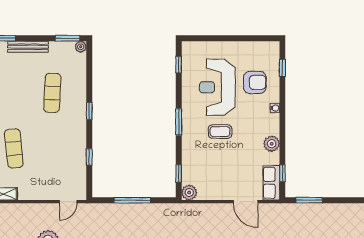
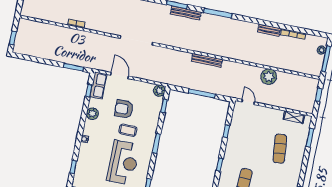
armchair: (255, 82) -> (124, 109), moved
door: (68, 202) -> (248, 102), hinge flipped

